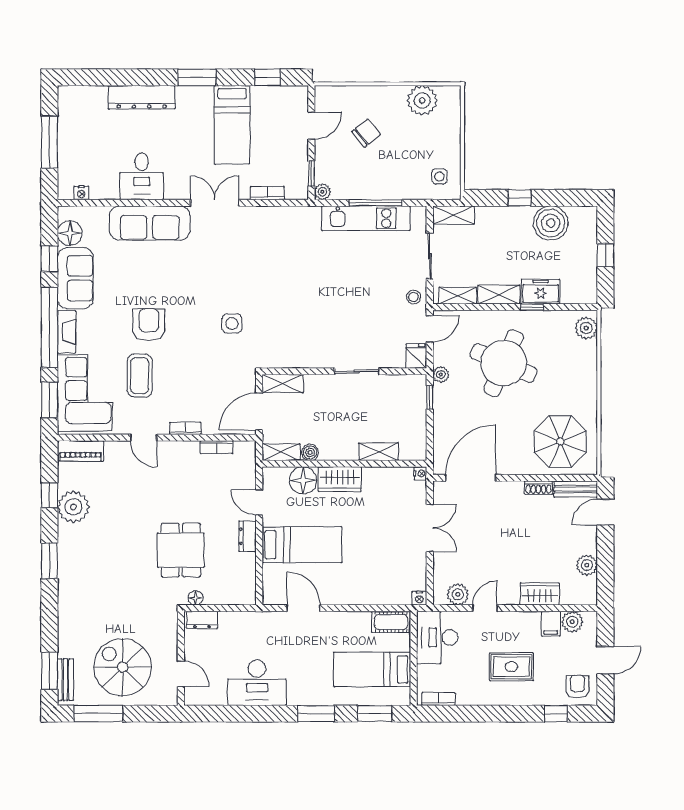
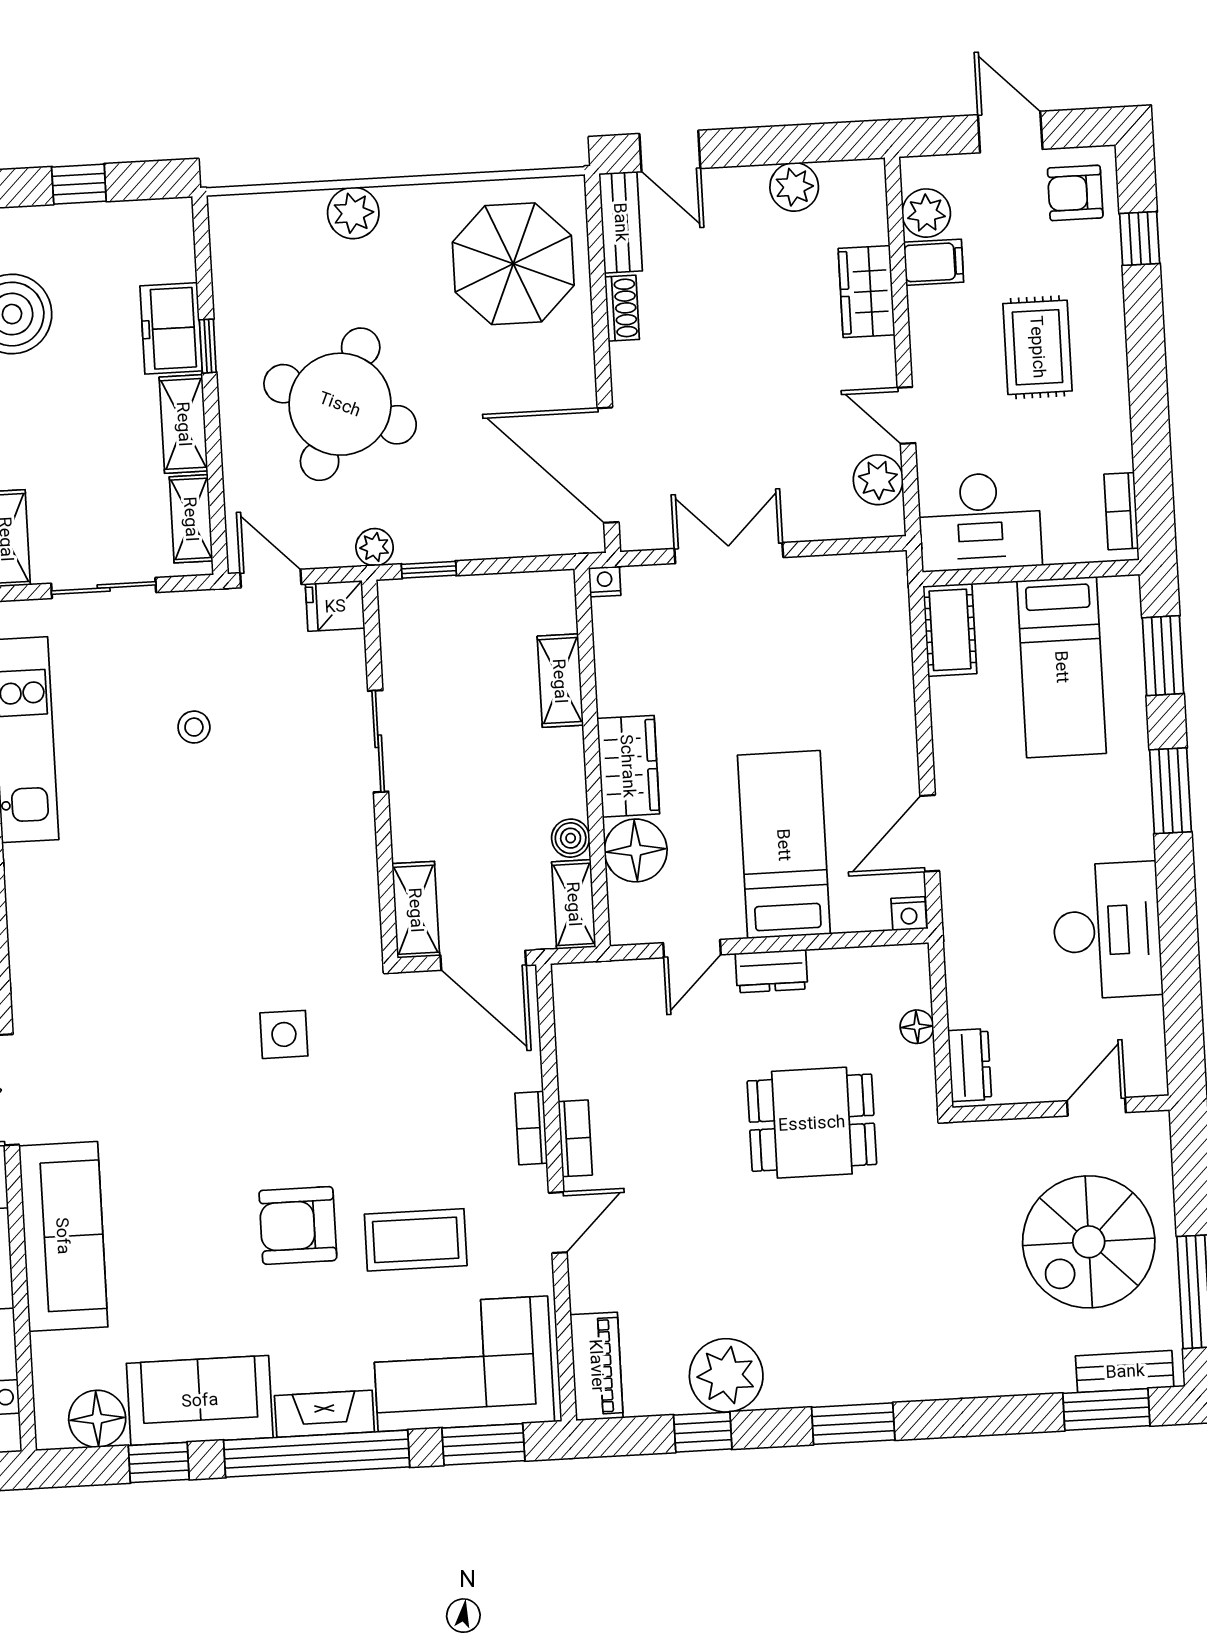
stool: (414, 297) -> (194, 727), moved
plant: (586, 328) -> (353, 213), moved
bookcase: (216, 447) -> (575, 1138), moved
floor lamp: (196, 598) -> (917, 1027), moved
nightstand: (419, 598) -> (909, 914), moved, turned 90

